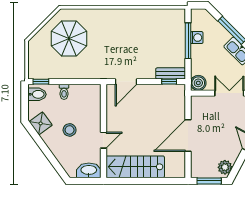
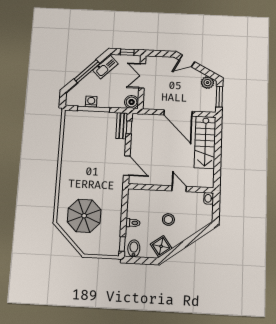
stairs: (135, 167) -> (205, 142), moved
washbasin: (89, 170) -> (209, 198), width x0.52, depth x0.69

